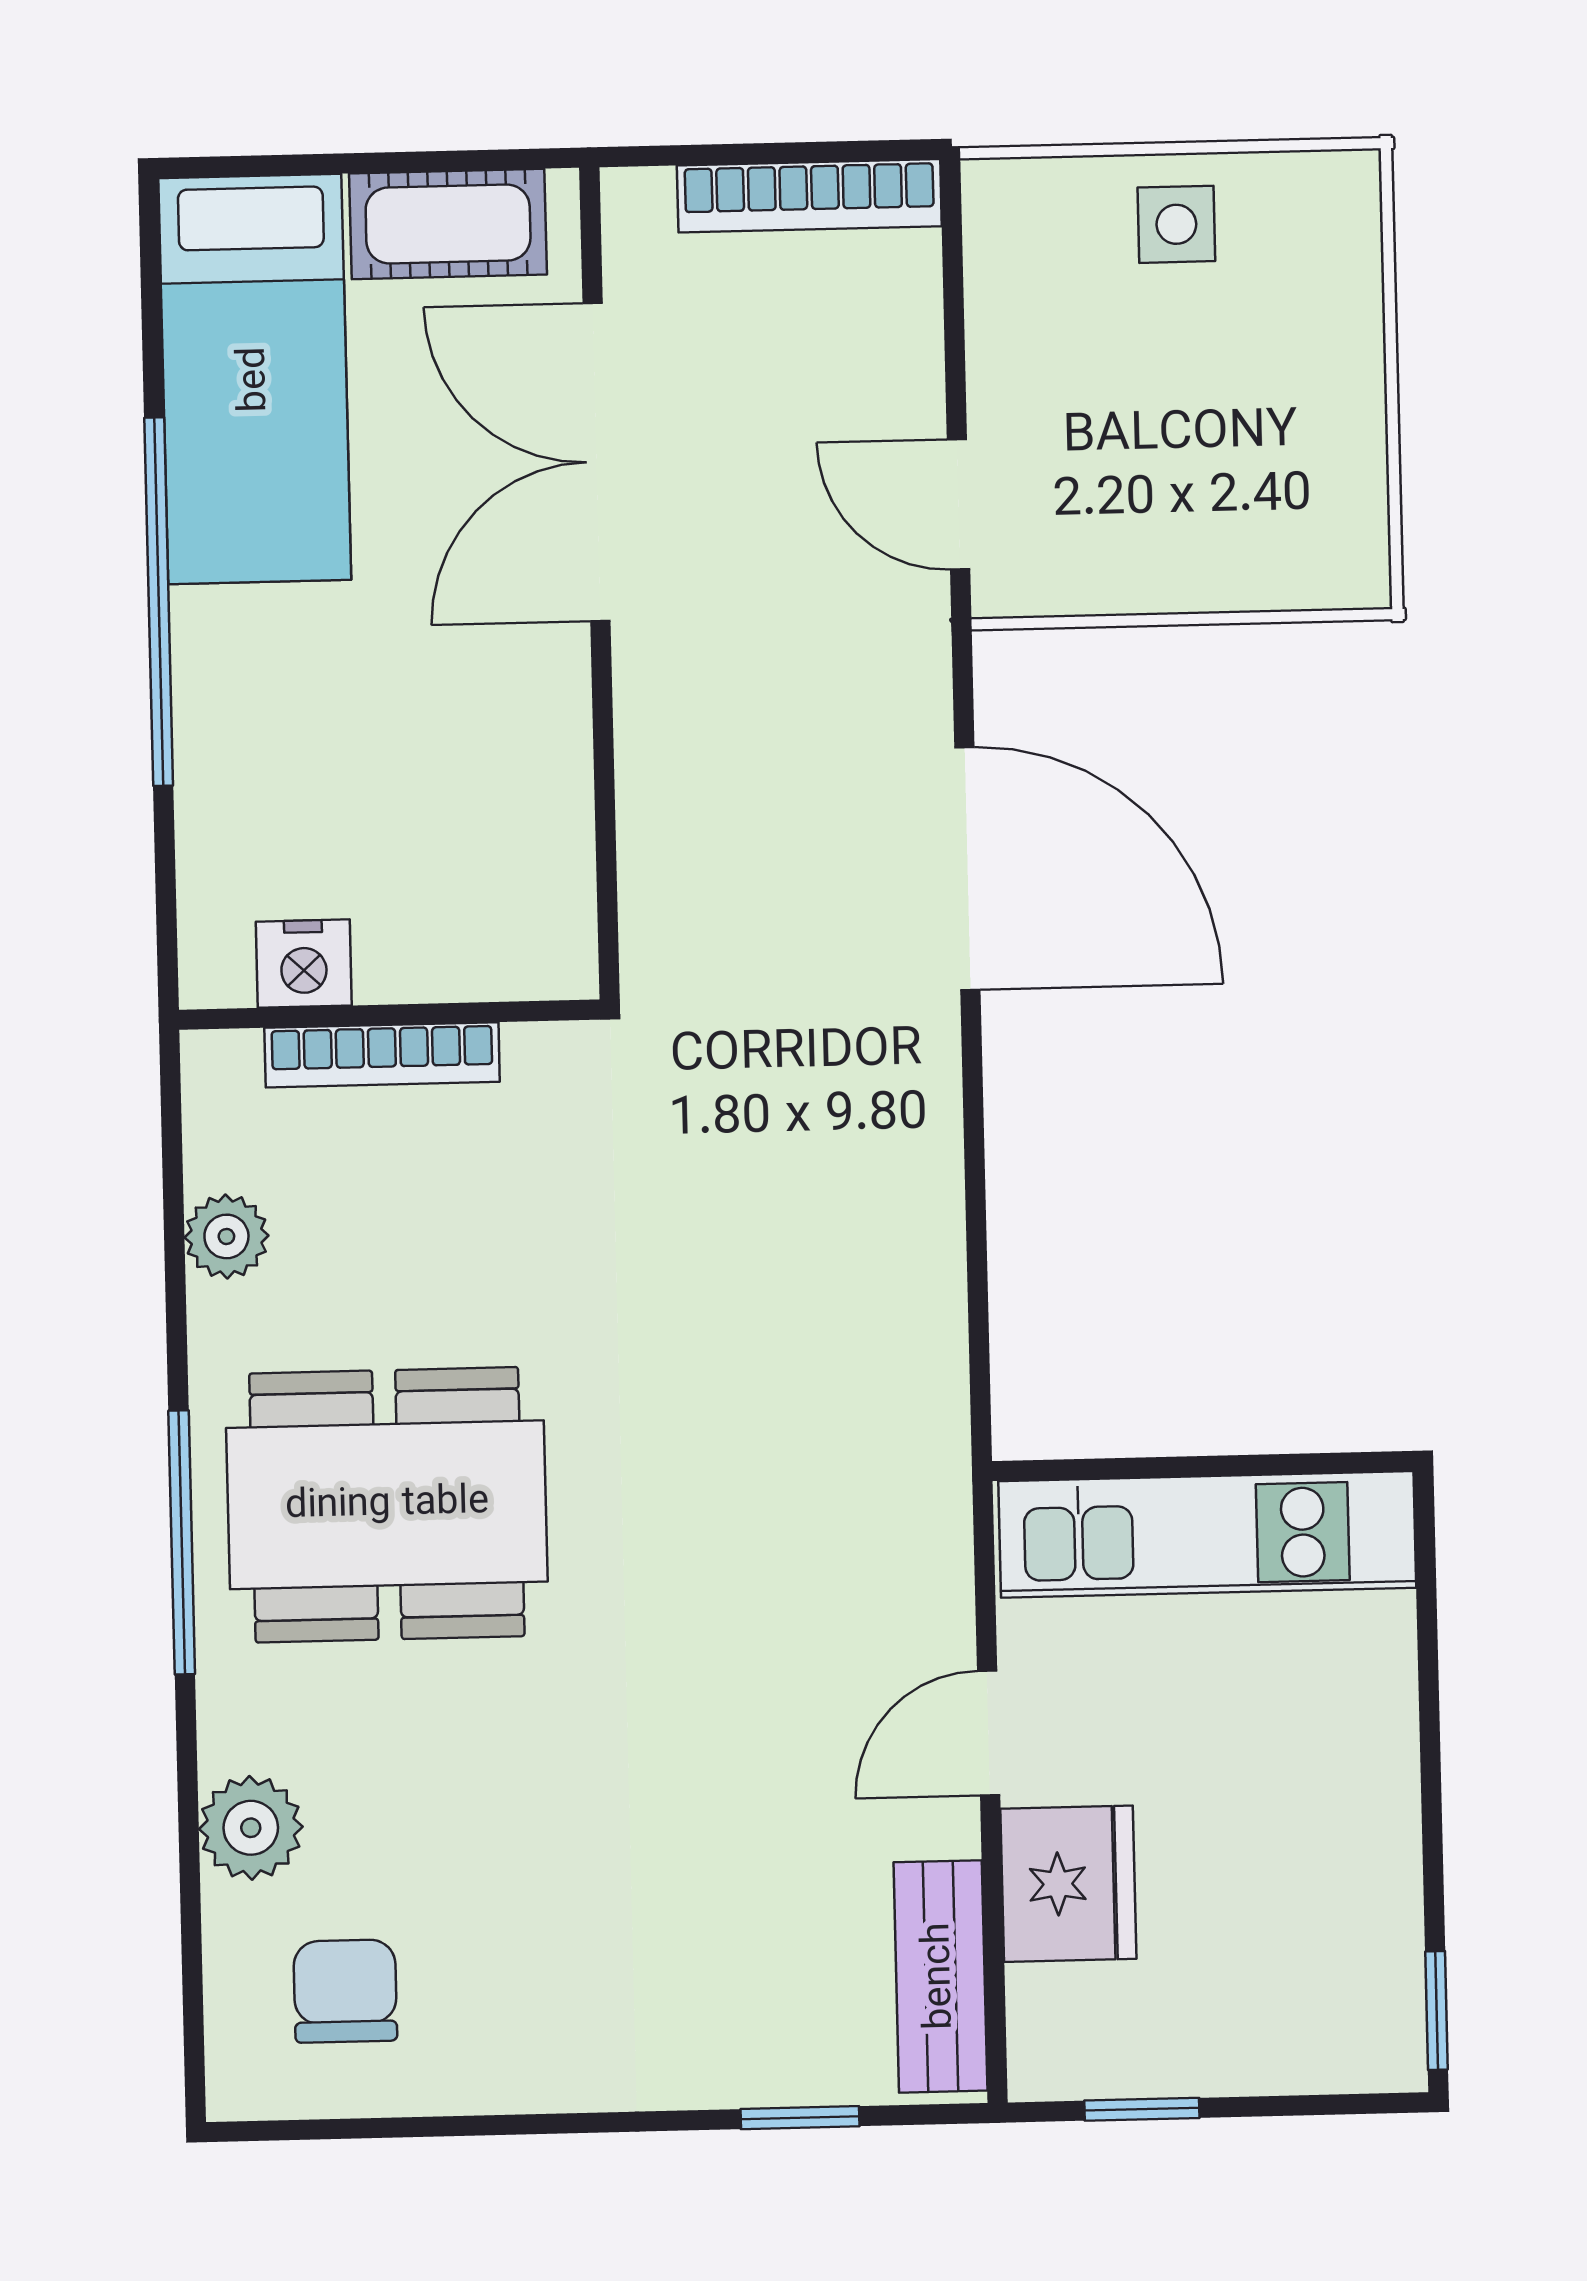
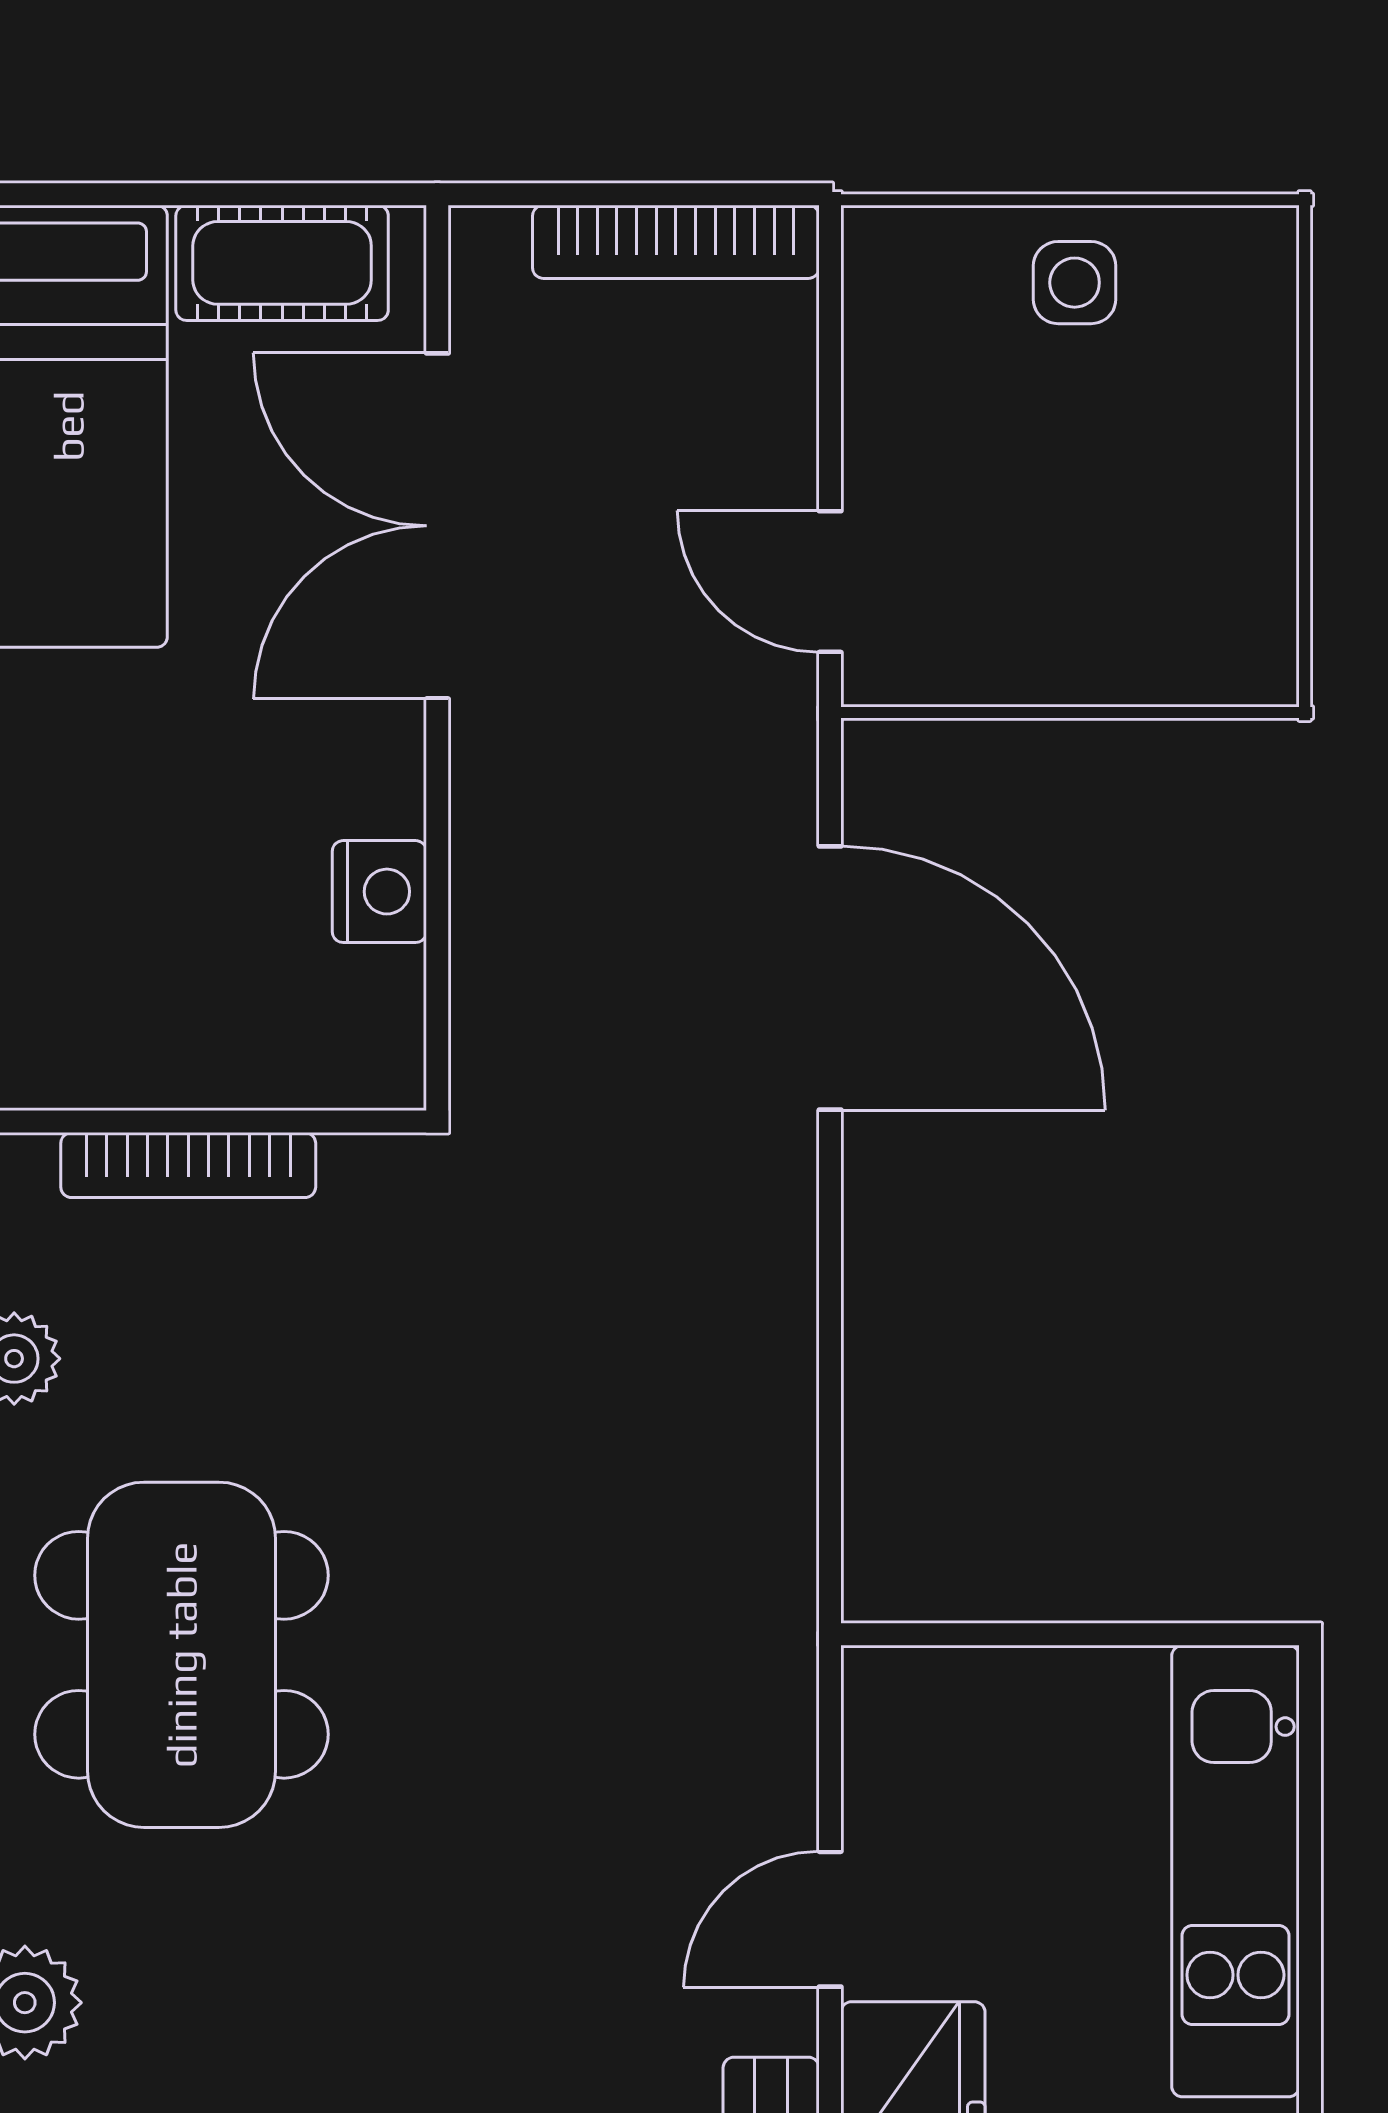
nightstand: (304, 964) -> (379, 892), moved, turned -90
dining table: (387, 1505) -> (181, 1655), turned 90
kitchen unit: (1207, 1534) -> (1235, 1871), moved, turned 90

